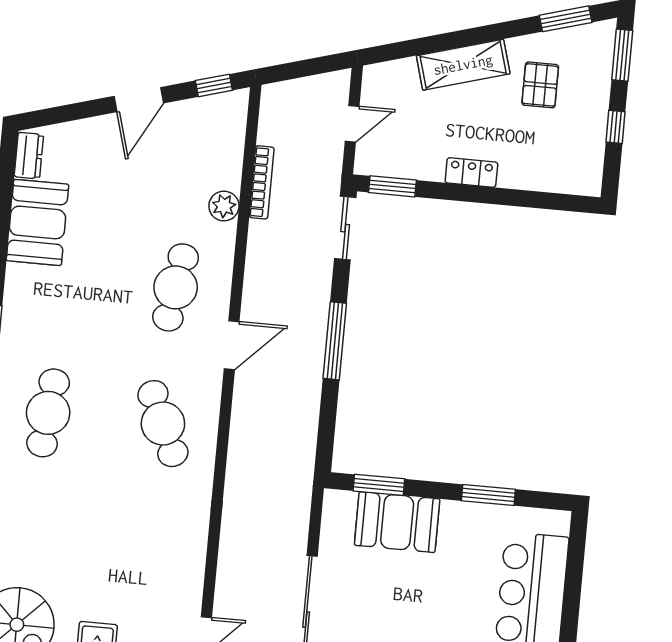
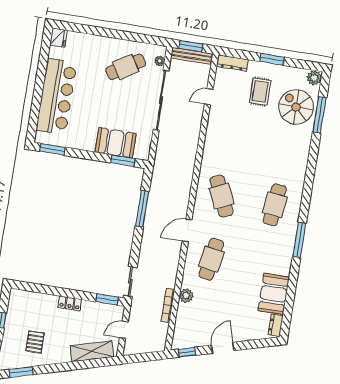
shelving: (463, 65) -> (92, 351), moved
window: (335, 341) -> (142, 209), moved
window: (488, 495) -> (52, 149), moved

